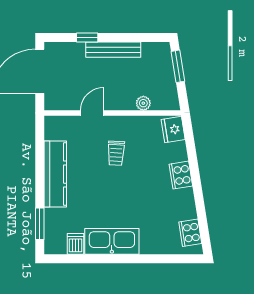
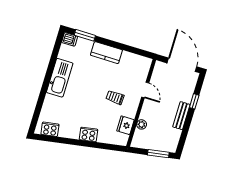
bench: (113, 50) -> (181, 116), width x0.73
fridge: (173, 129) -> (125, 125), moved, turned -81
kitchen counter: (55, 174) -> (106, 53), width x0.67
dishwasher: (75, 244) -> (70, 39), moved

